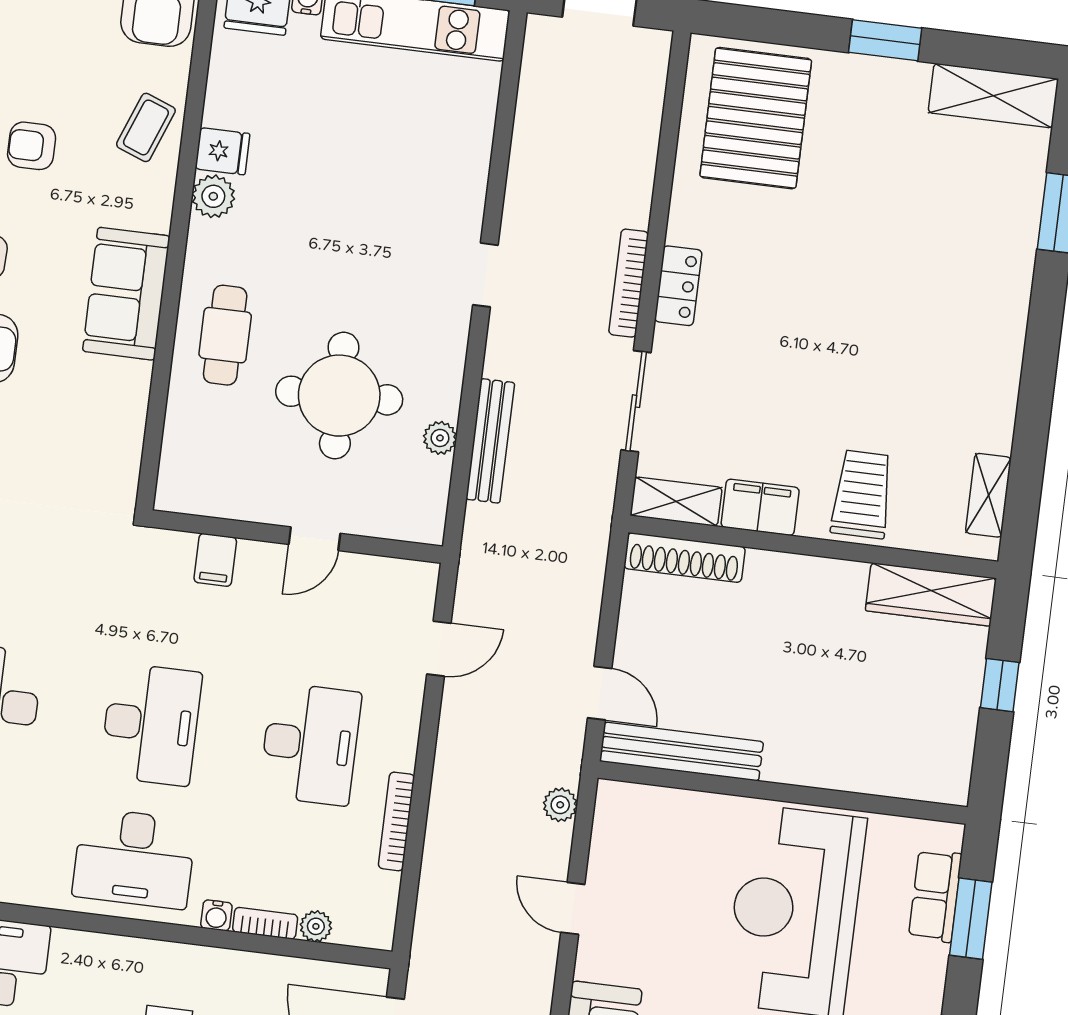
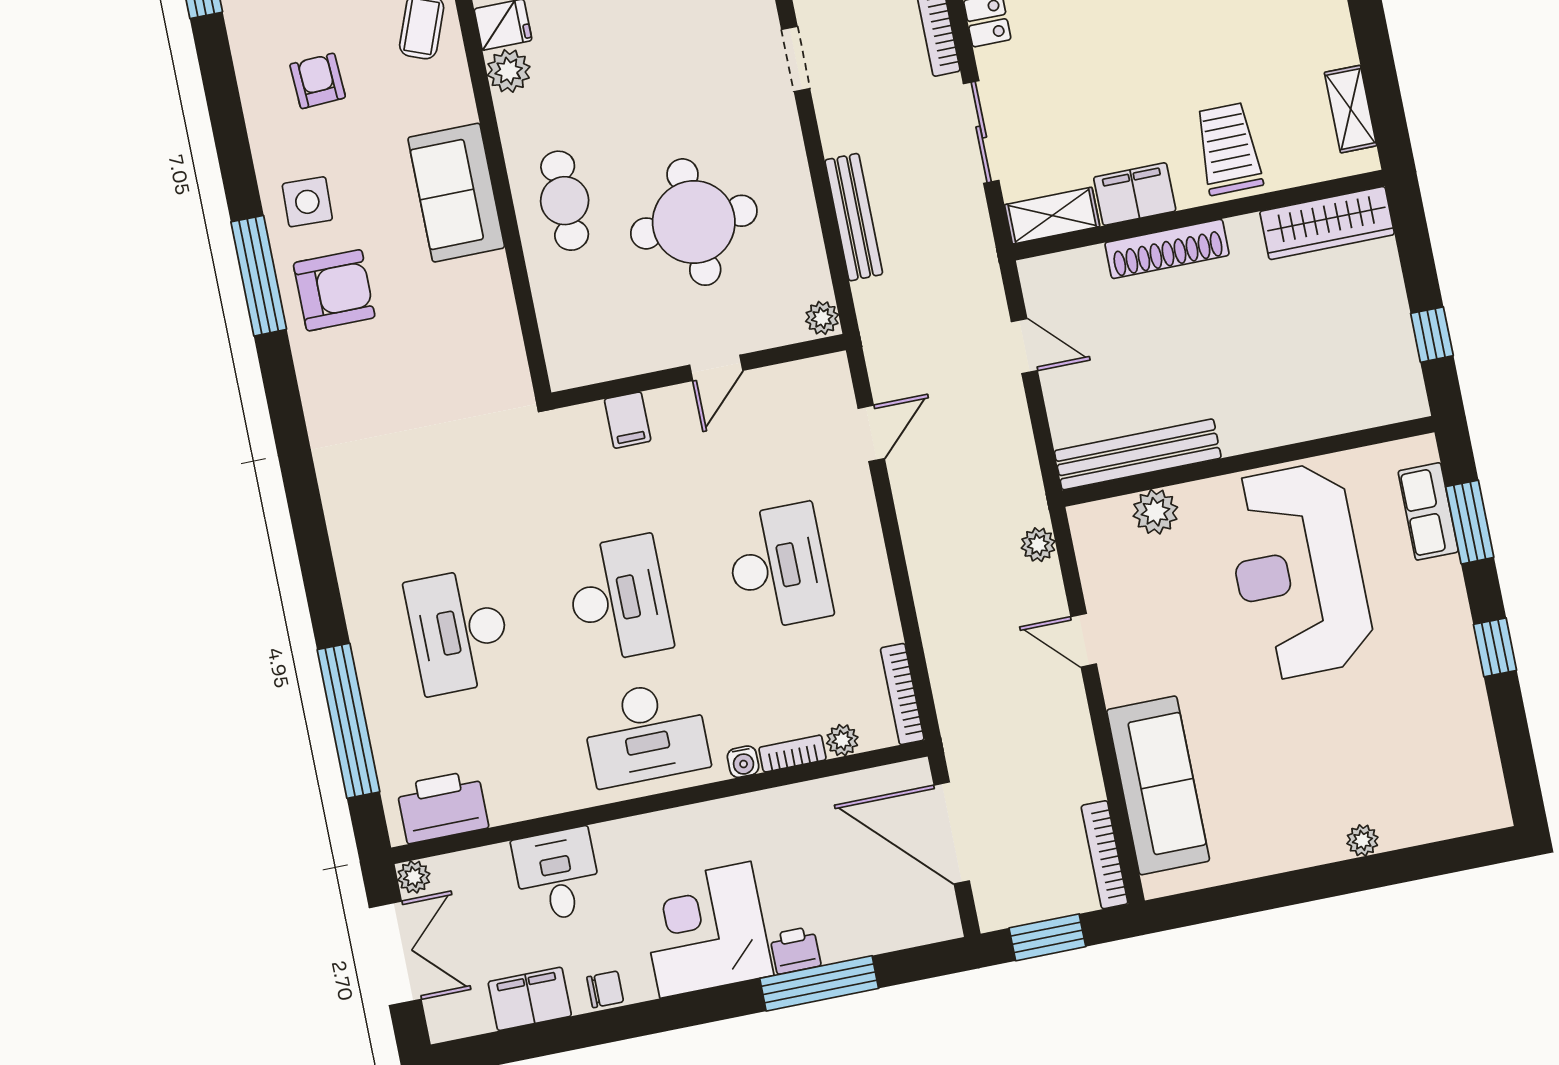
armchair: (32, 146) -> (318, 81), turned 87
plant: (440, 438) -> (822, 318), moved
shoe rack: (684, 558) -> (1167, 249), moved
window: (1000, 685) -> (1432, 335), moved
door: (600, 693) -> (1024, 346), moved
plant: (680, 811) -> (1155, 512), added
bookcase: (396, 821) -> (902, 694), moved

